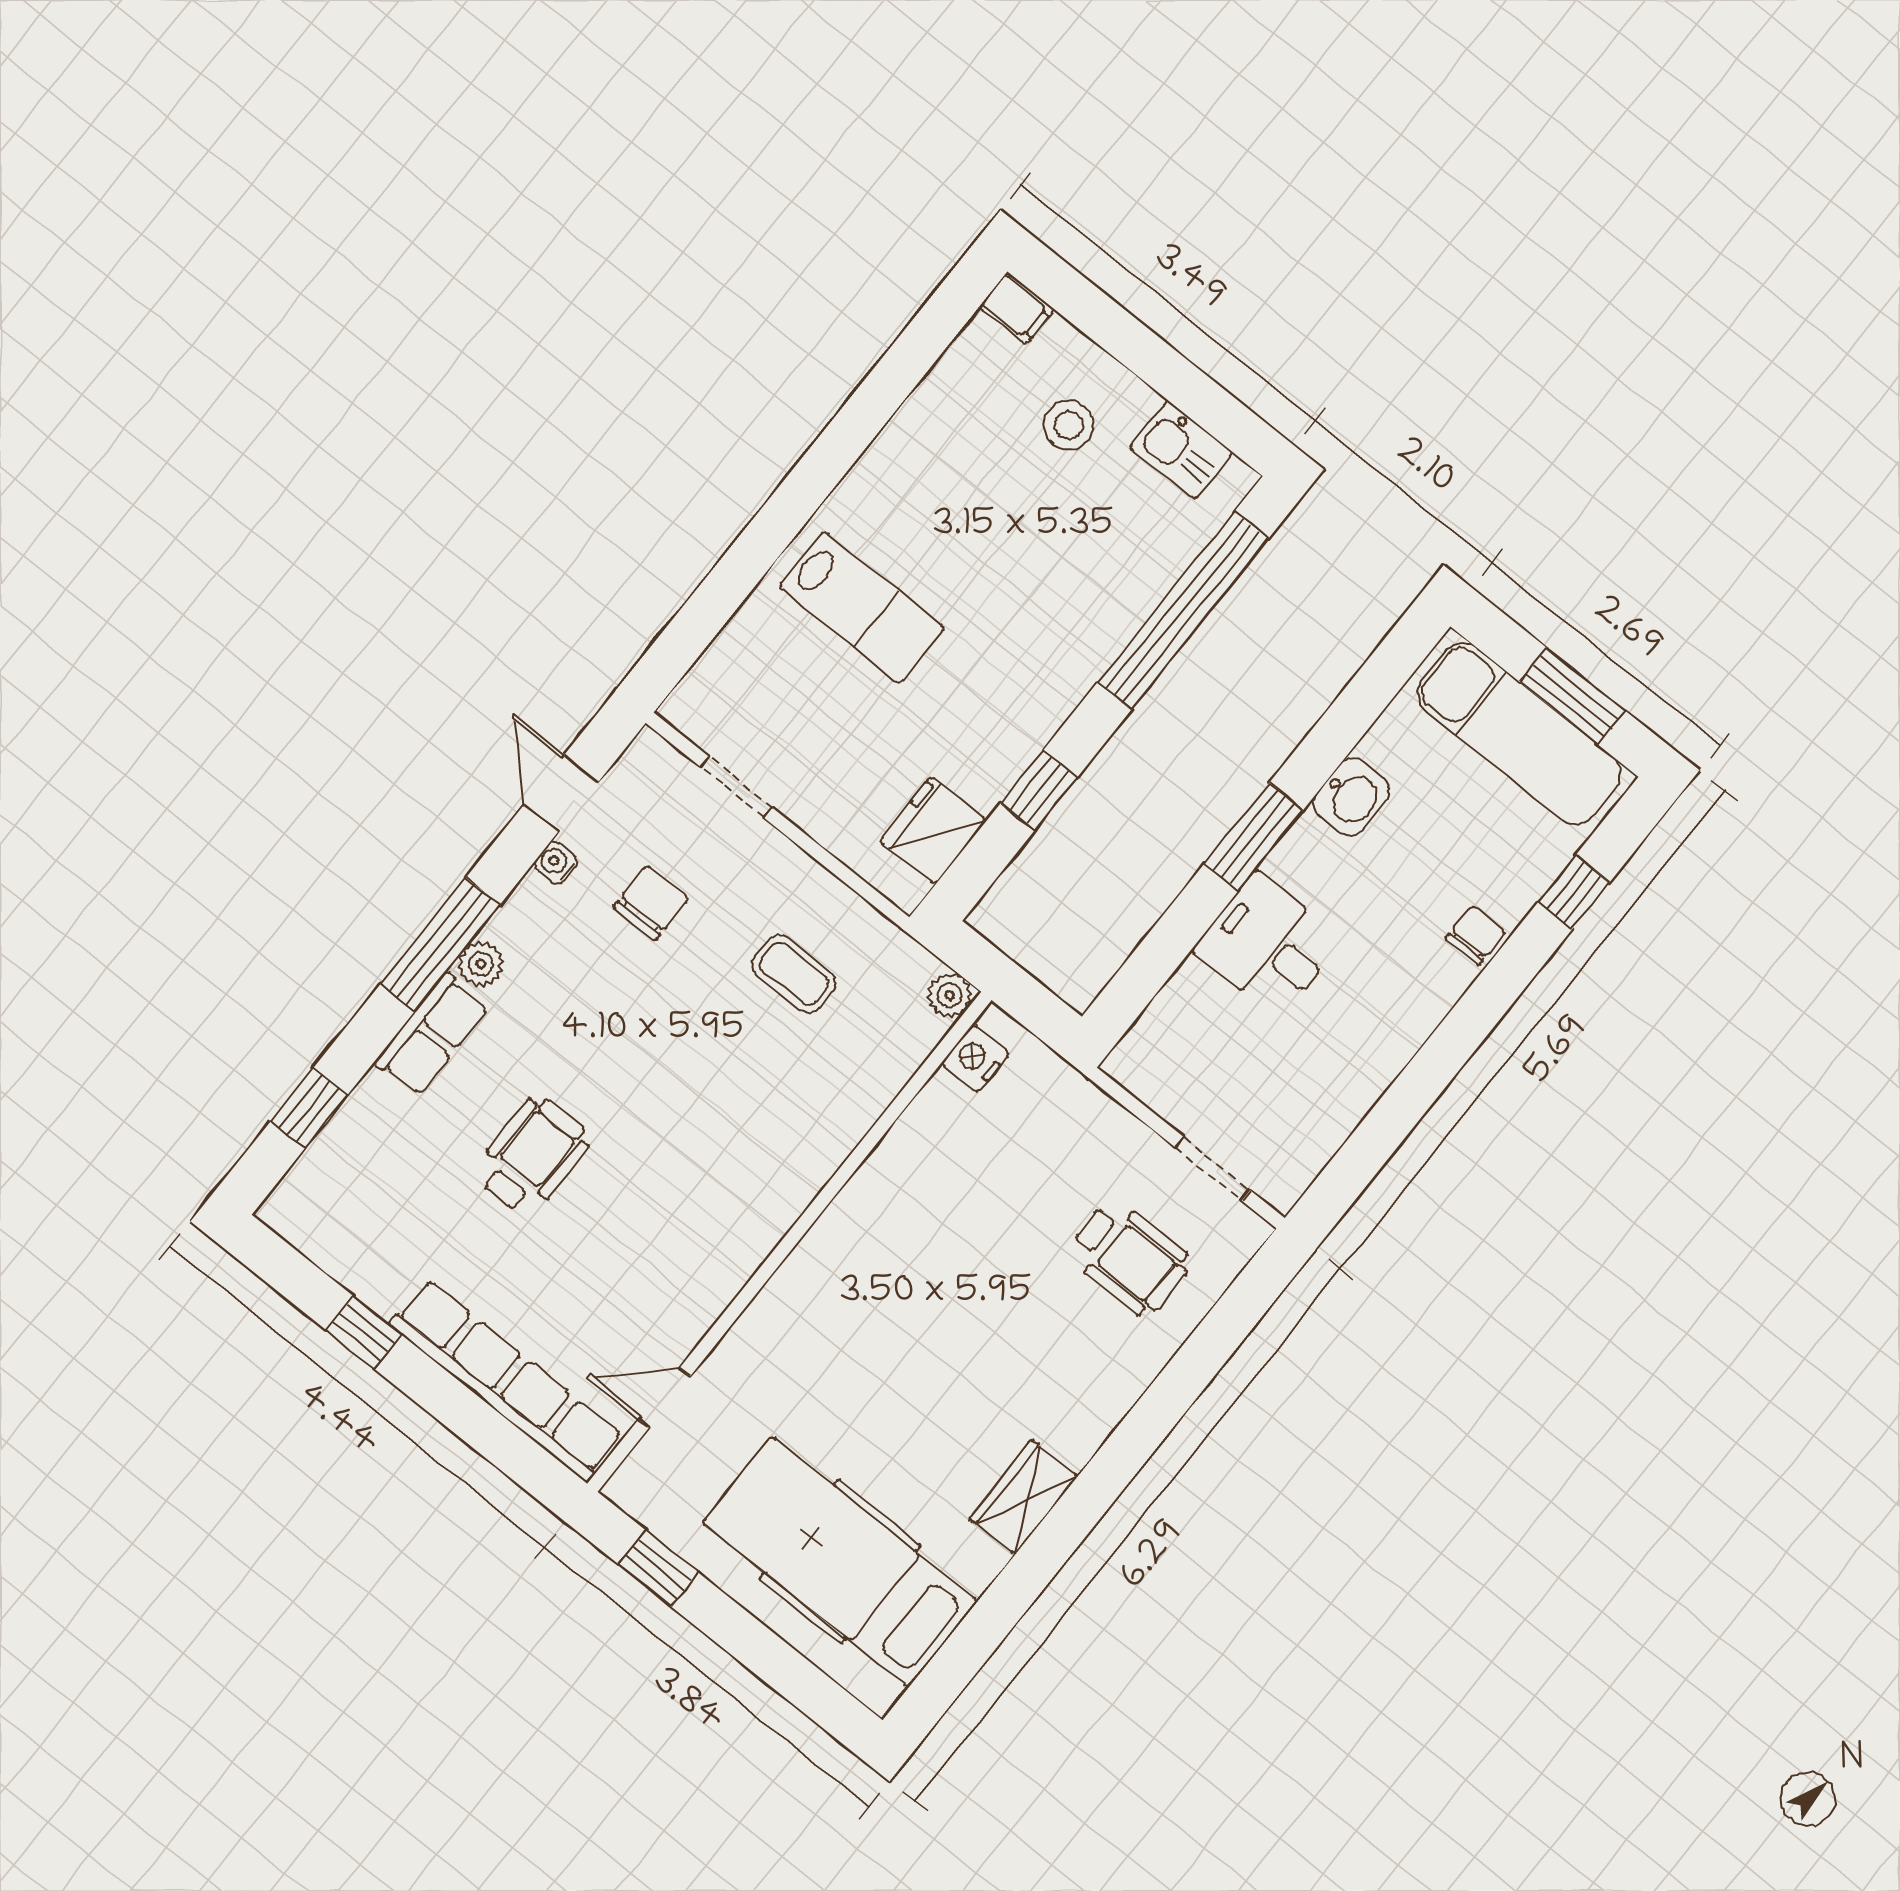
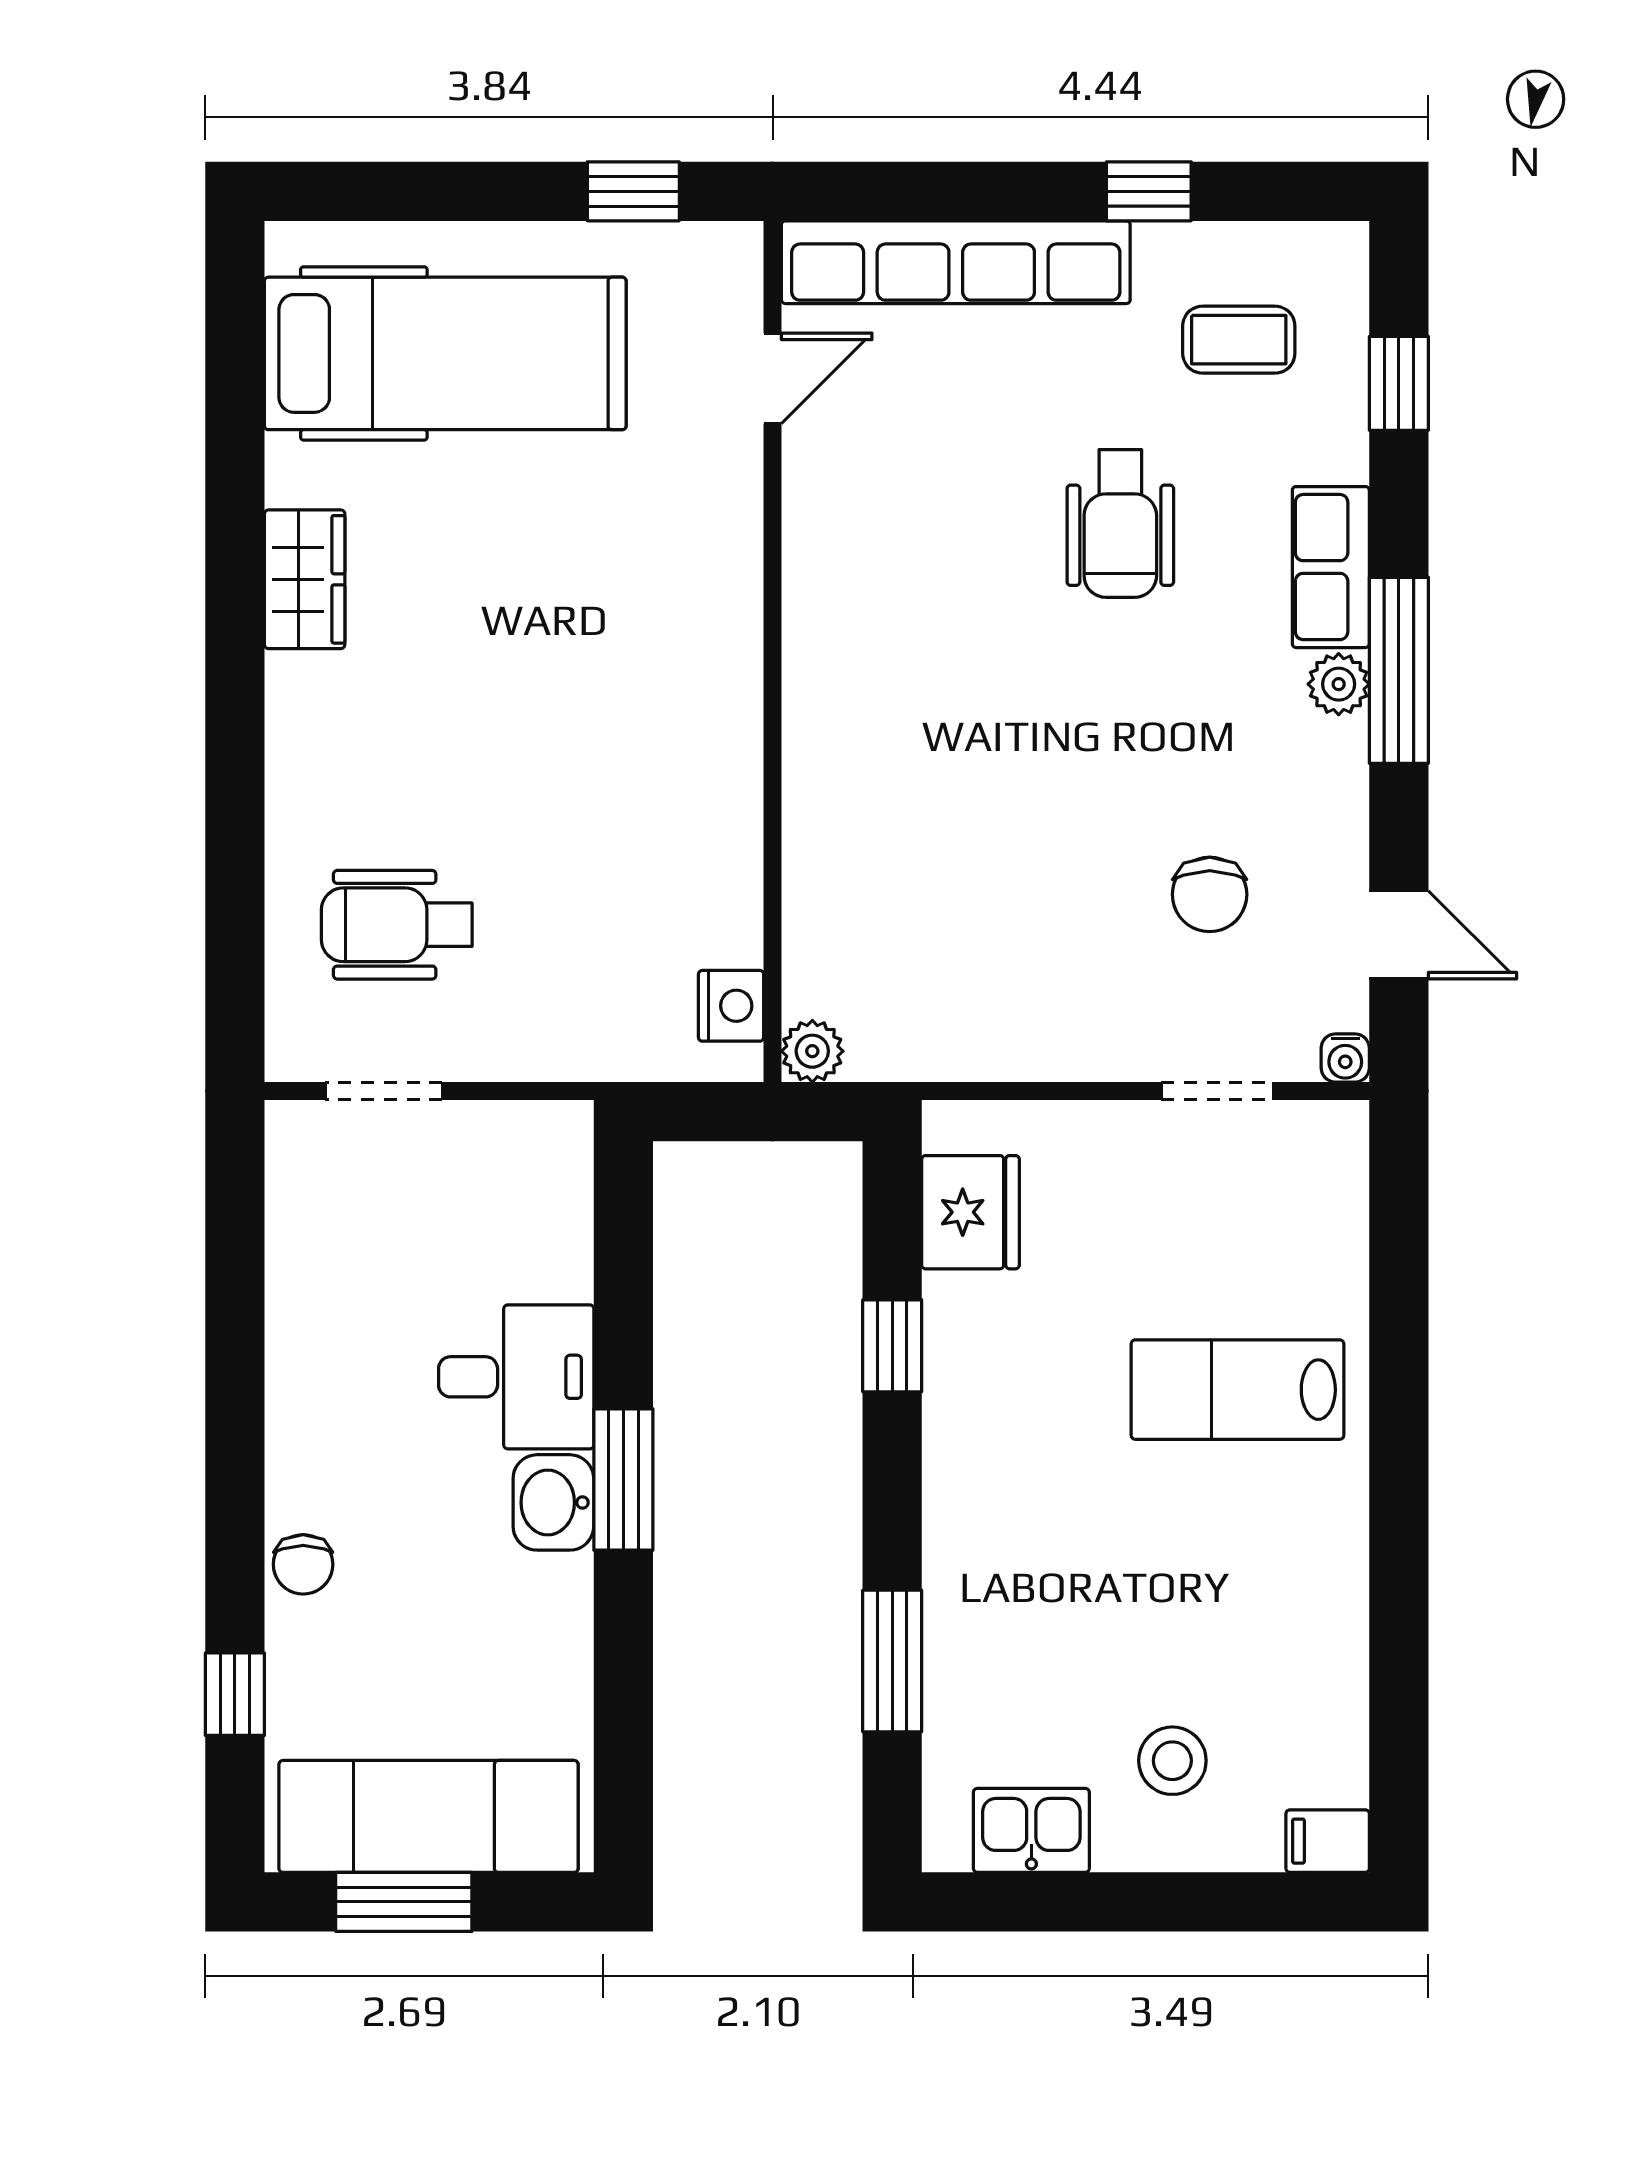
window: (1183, 610) -> (892, 1661), width x0.47
washbasin: (1351, 797) -> (553, 1502), moved
water cooler: (556, 863) -> (1345, 1058), moved, turned 90
coffee table: (794, 974) -> (1239, 340), moved

